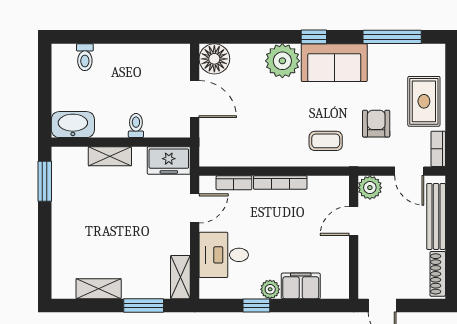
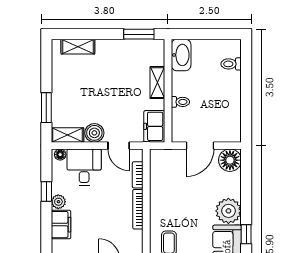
boiler: (178, 241) -> (94, 133), added
floor lamp: (207, 287) -> (60, 155), added
shelving: (99, 289) -> (78, 47), moved, turned 90

